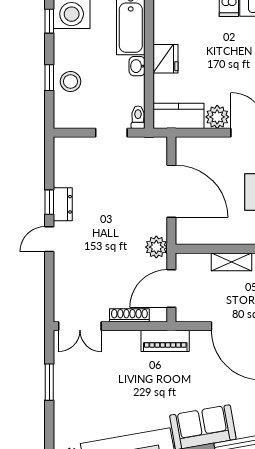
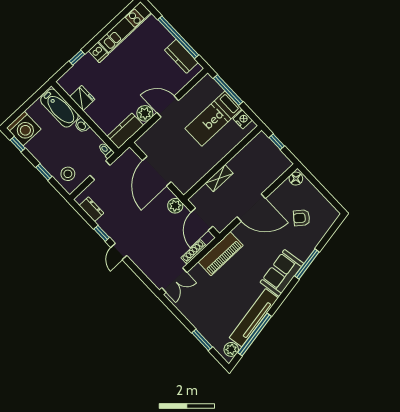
fridge: (165, 59) -> (82, 98), moved
stool: (71, 81) -> (68, 174), moved
door: (171, 191) -> (157, 171), swing flipped
dresser: (63, 204) -> (91, 209), moved
piano: (165, 341) -> (221, 254), width x1.37, depth x1.33
window: (49, 382) -> (202, 340), moved

